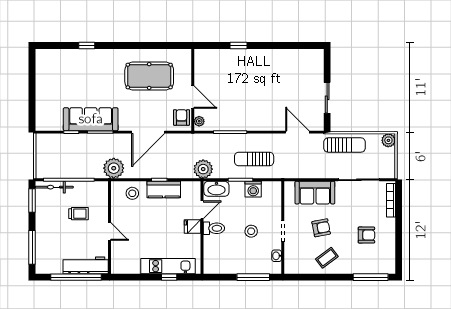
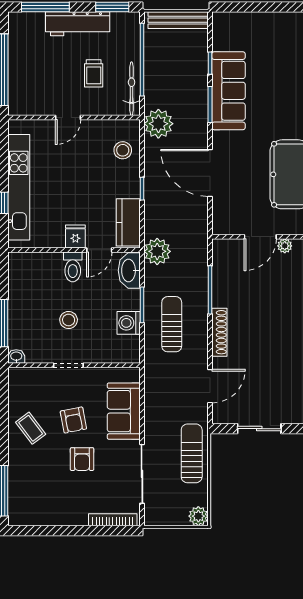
armchair: (181, 117) -> (231, 221), removed
plant: (199, 121) -> (285, 246), moved
shoe rack: (260, 126) -> (219, 332), added
sun lounger: (345, 145) -> (192, 453), turned 180
bench: (41, 154) -> (178, 20), added
bicycle: (54, 187) -> (132, 89), moved
kitchen counter: (164, 189) -> (128, 222), moved
door: (202, 210) -> (99, 250), hinge flipped
armchair: (366, 235) -> (82, 459), moved
washbasin: (277, 256) -> (16, 356), moved
workbench: (86, 265) -> (78, 24), moved, turned 90
kitchen unit: (168, 266) -> (19, 187), width x1.36

